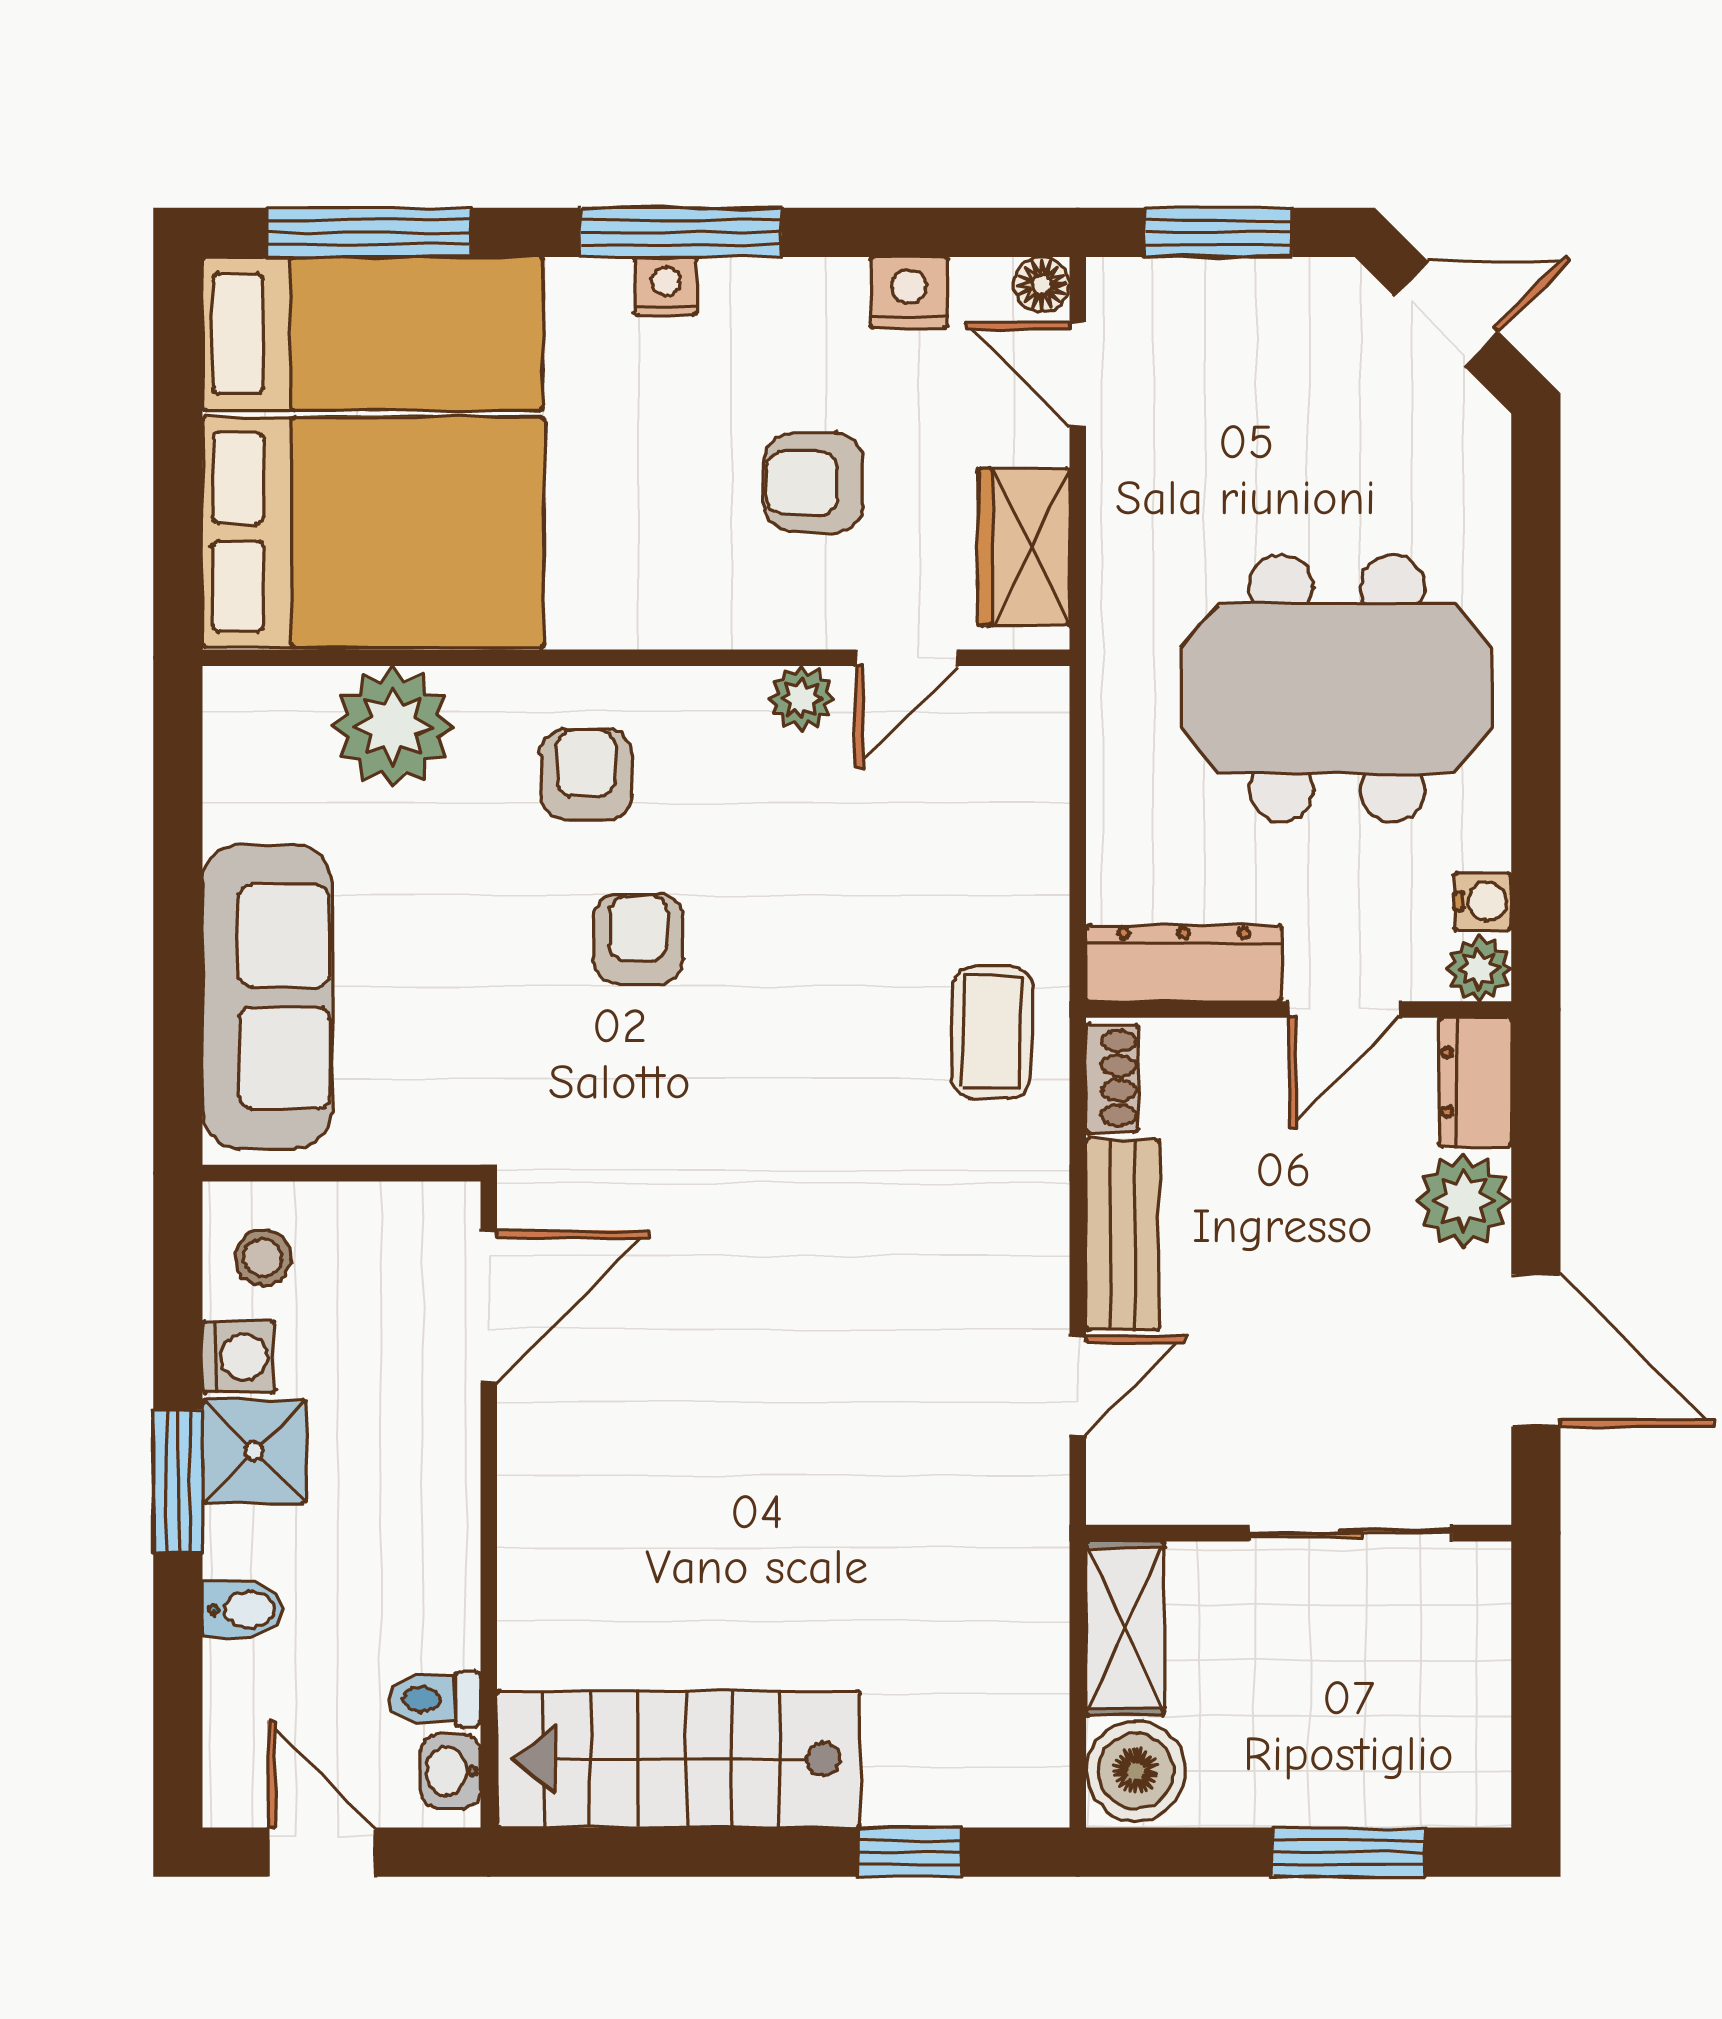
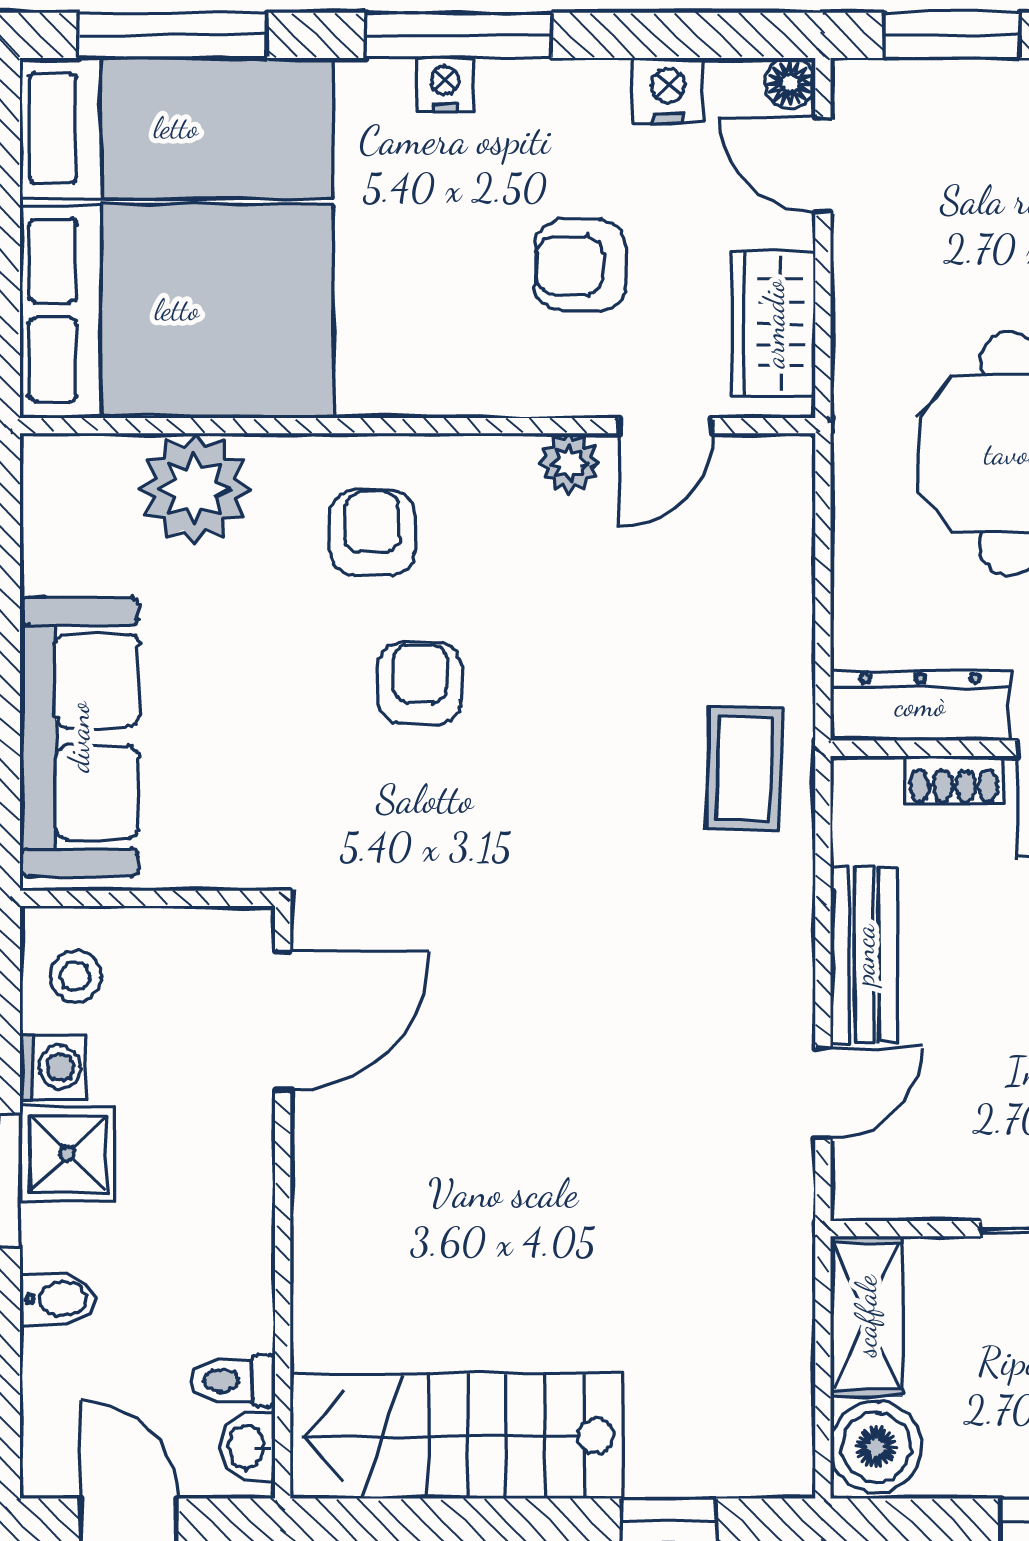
shoe rack: (1112, 1078) -> (954, 780), moved, turned 90

